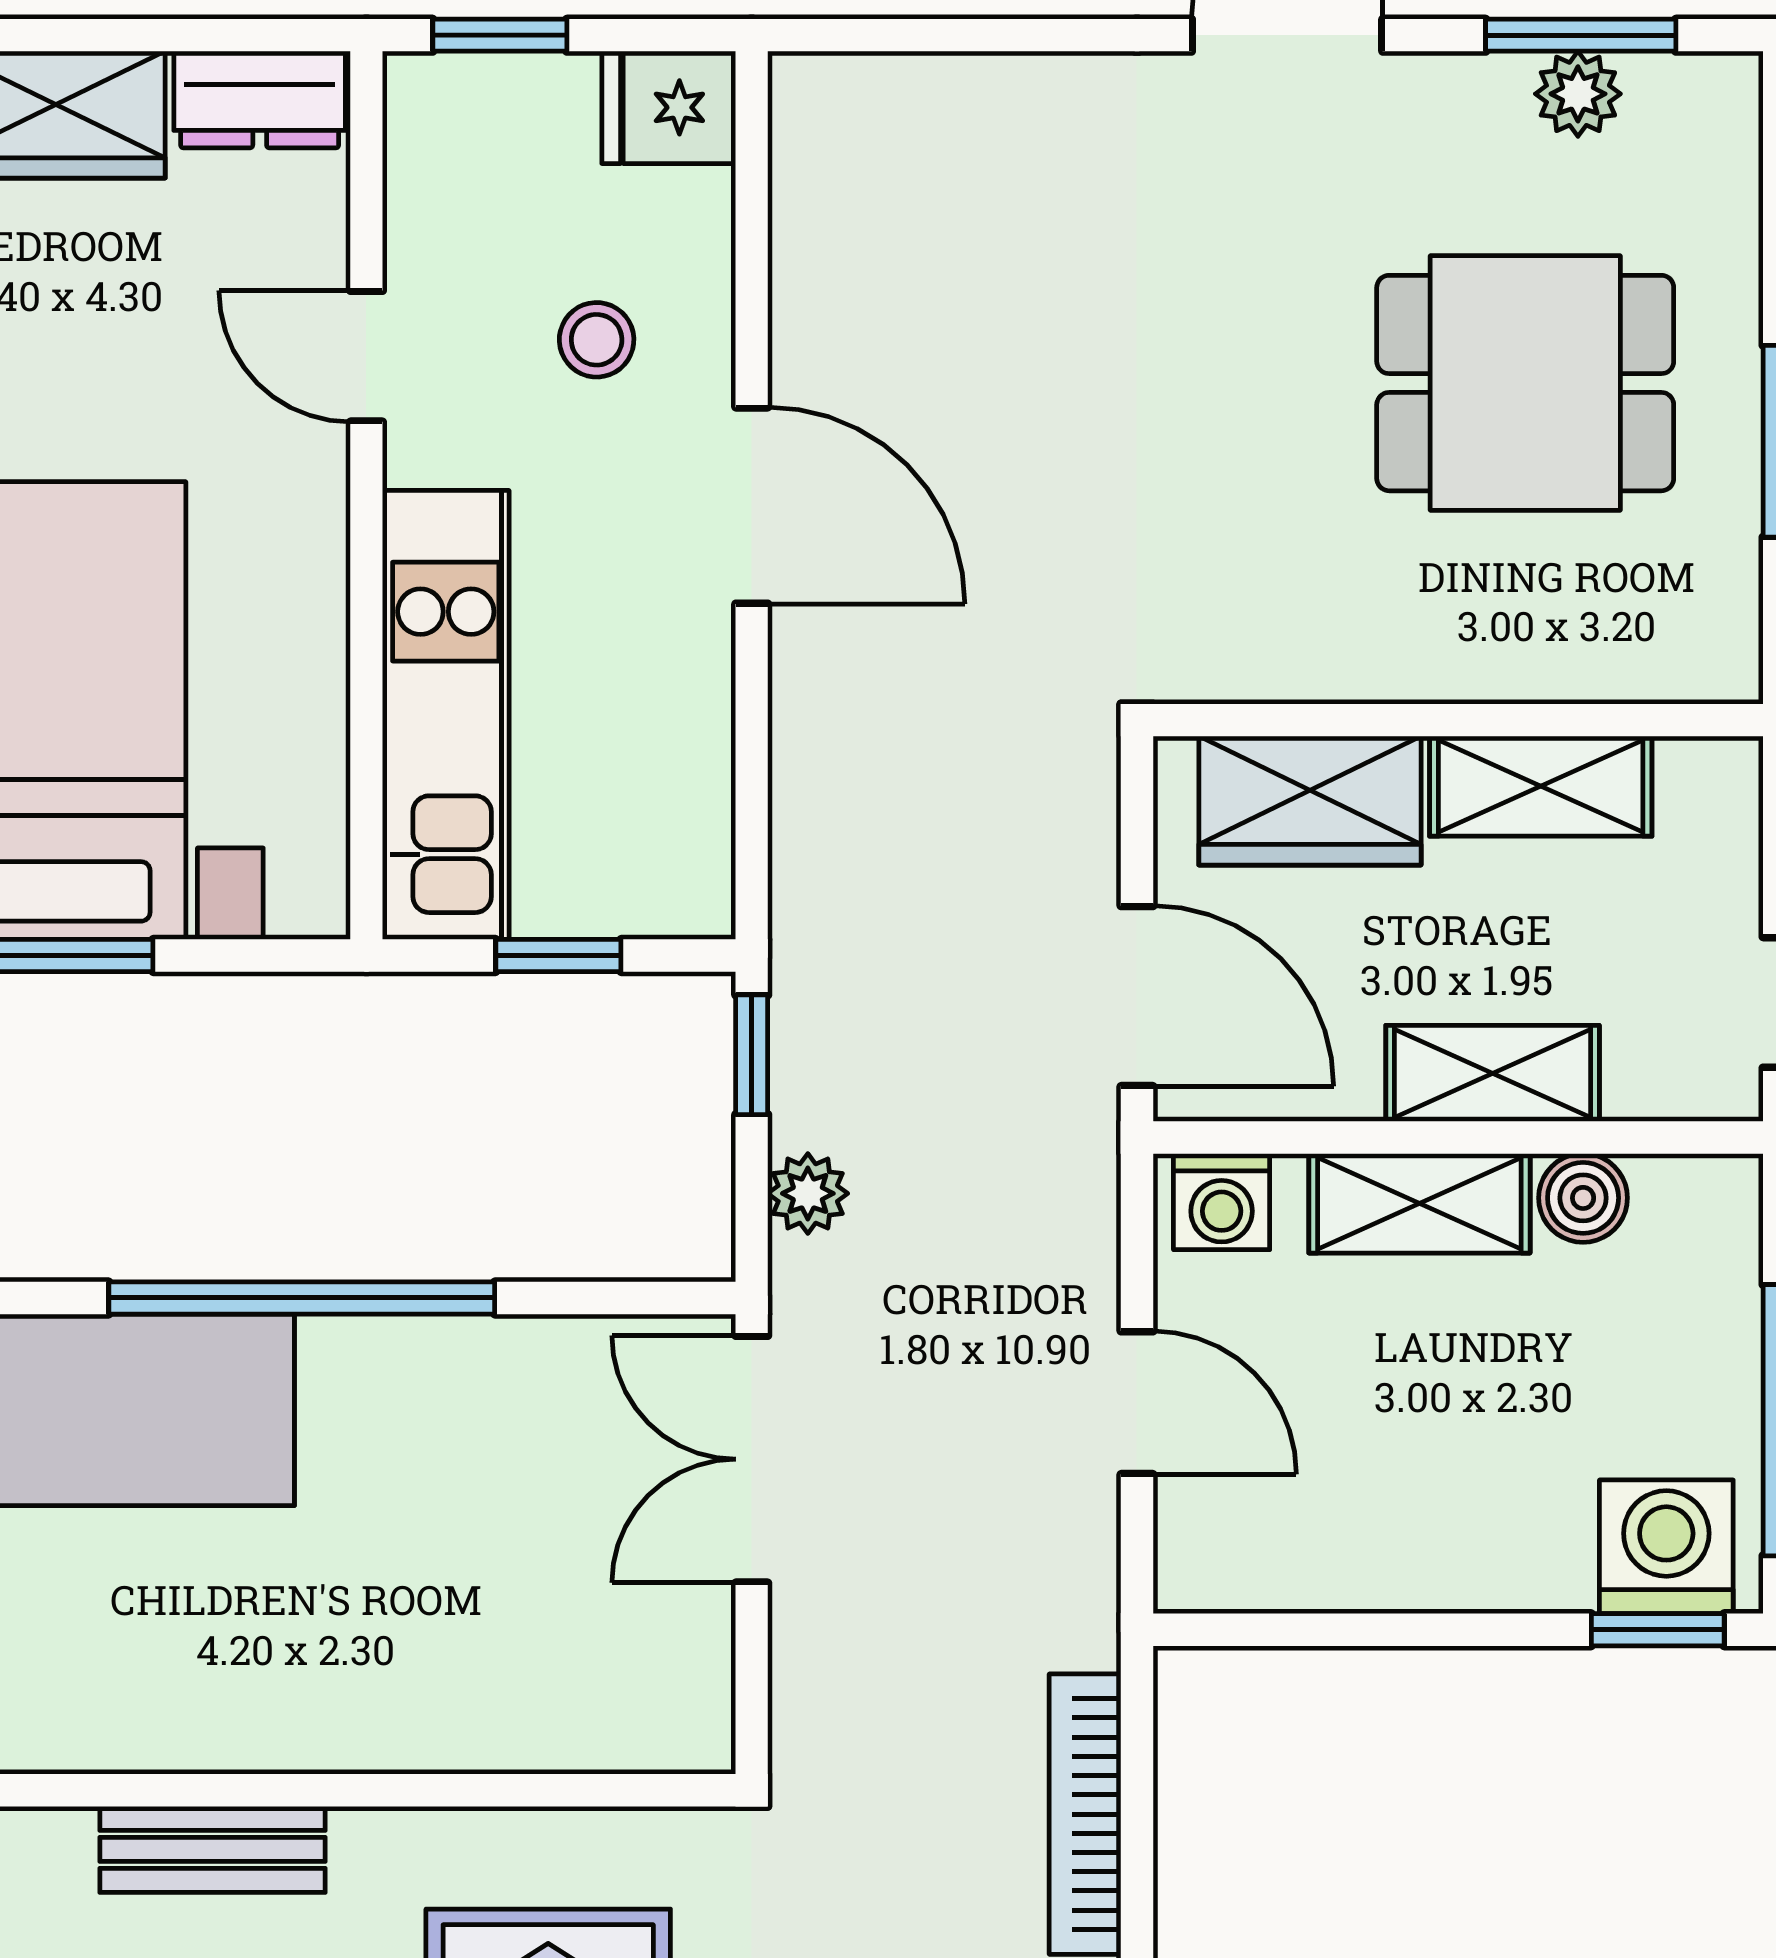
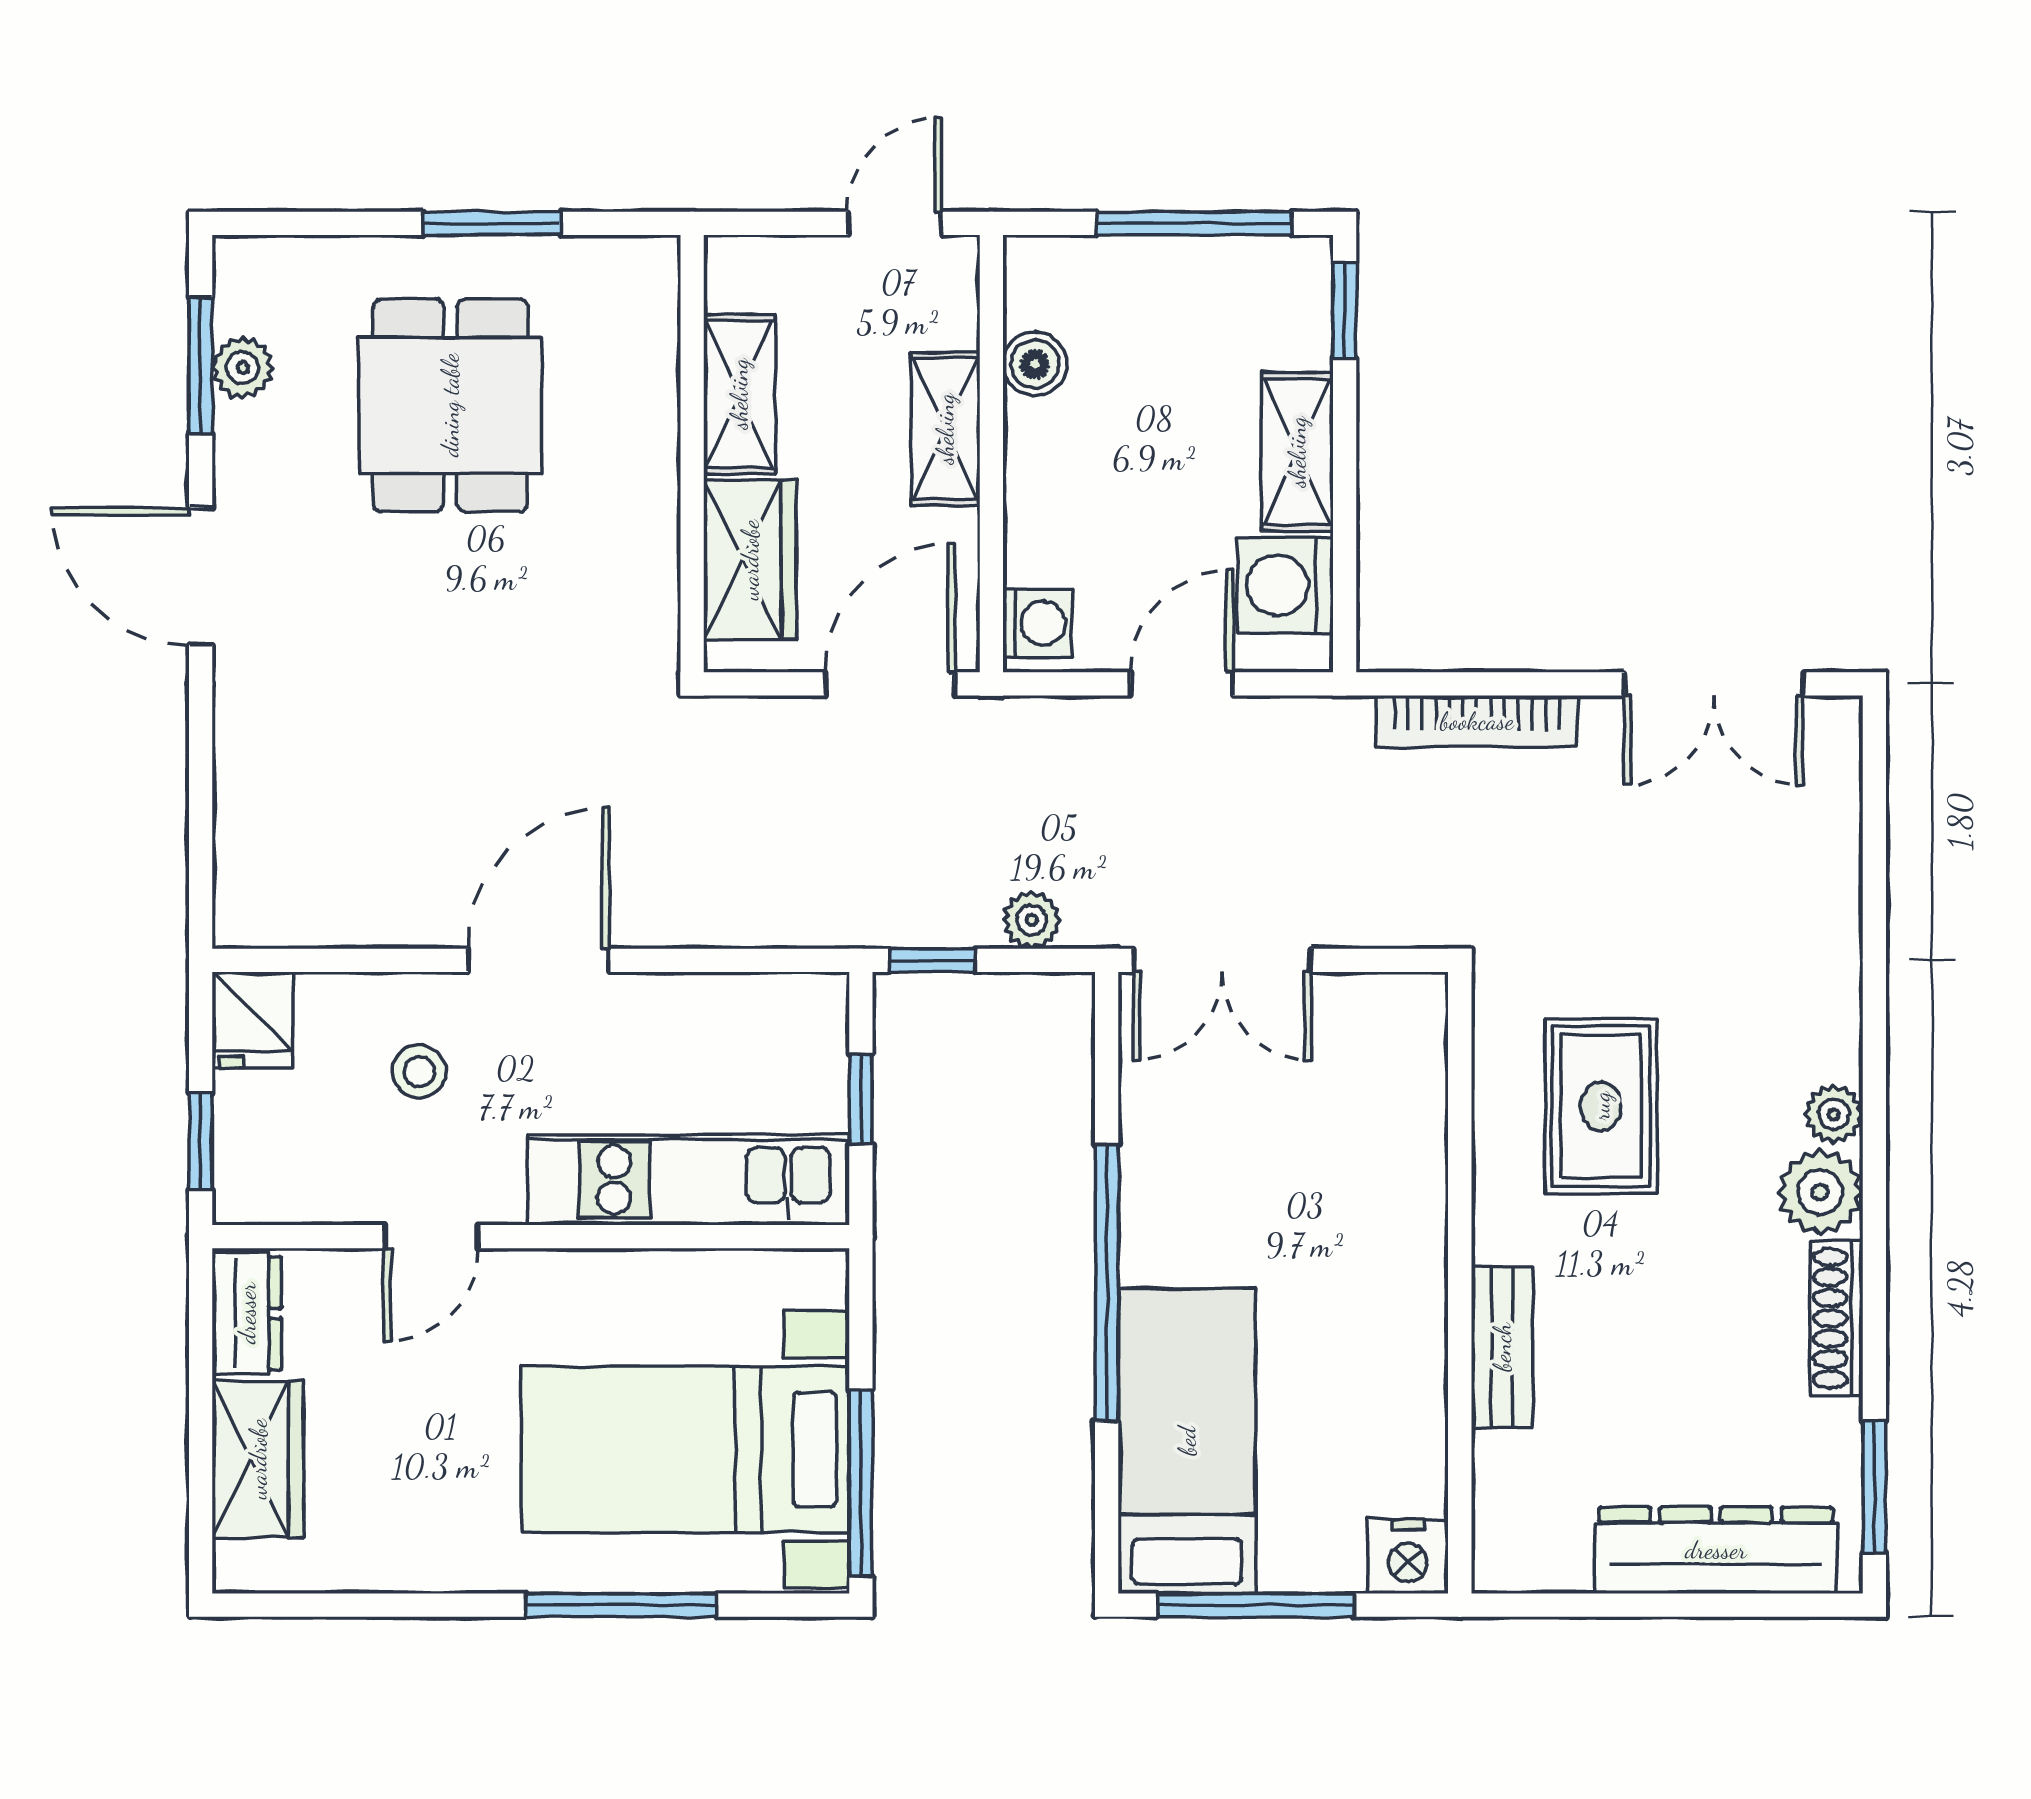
shelving: (1419, 1203) -> (1297, 452), moved
washing machine: (1666, 1547) -> (1285, 585), moved

